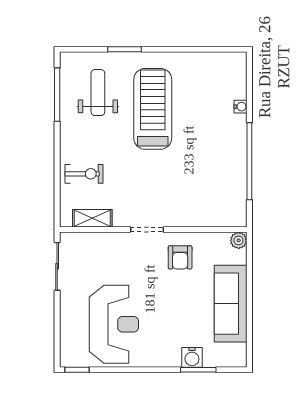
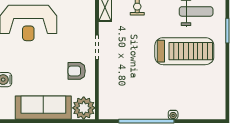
water cooler: (241, 107) -> (173, 115), moved
plant: (239, 240) -> (84, 108), width x1.88, depth x1.88

